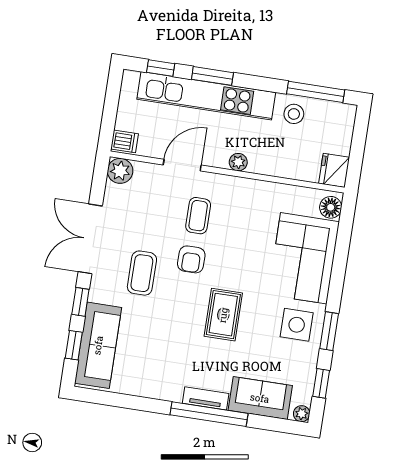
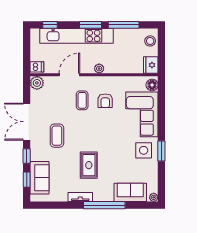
window: (212, 76) -> (90, 25), moved
window: (316, 92) -> (124, 25), moved
stool: (294, 114) -> (150, 41), moved
armchair: (191, 259) -> (105, 101), moved
rug: (223, 315) -> (89, 165), moved
sofa: (98, 345) -> (40, 178), width x0.73
window: (321, 383) -> (161, 180), removed
tv unit: (206, 398) -> (80, 197), moved

